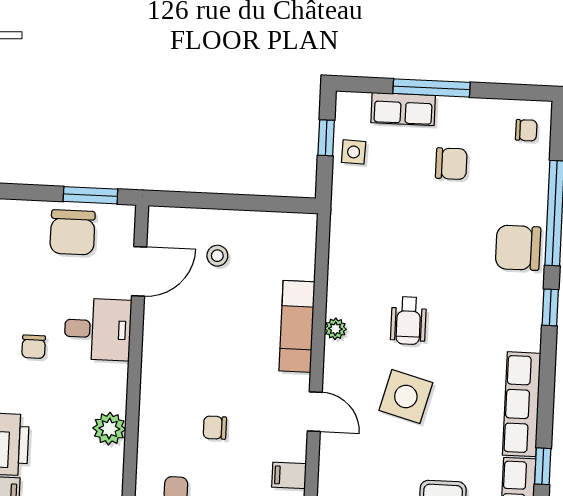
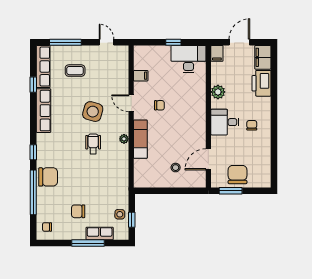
desk: (98, 329) -> (225, 122), moved
chair: (215, 428) -> (159, 105), moved

